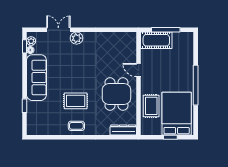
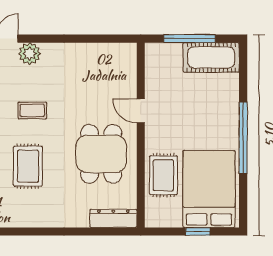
cot: (156, 40) -> (211, 57), moved
rug: (76, 101) -> (28, 166), turned 90
coffee table: (76, 126) -> (32, 110), moved

